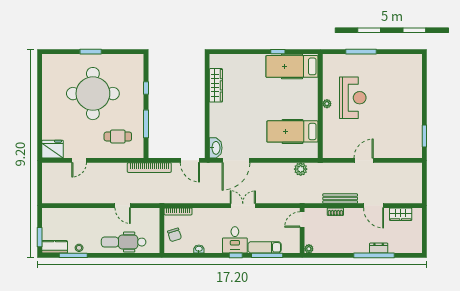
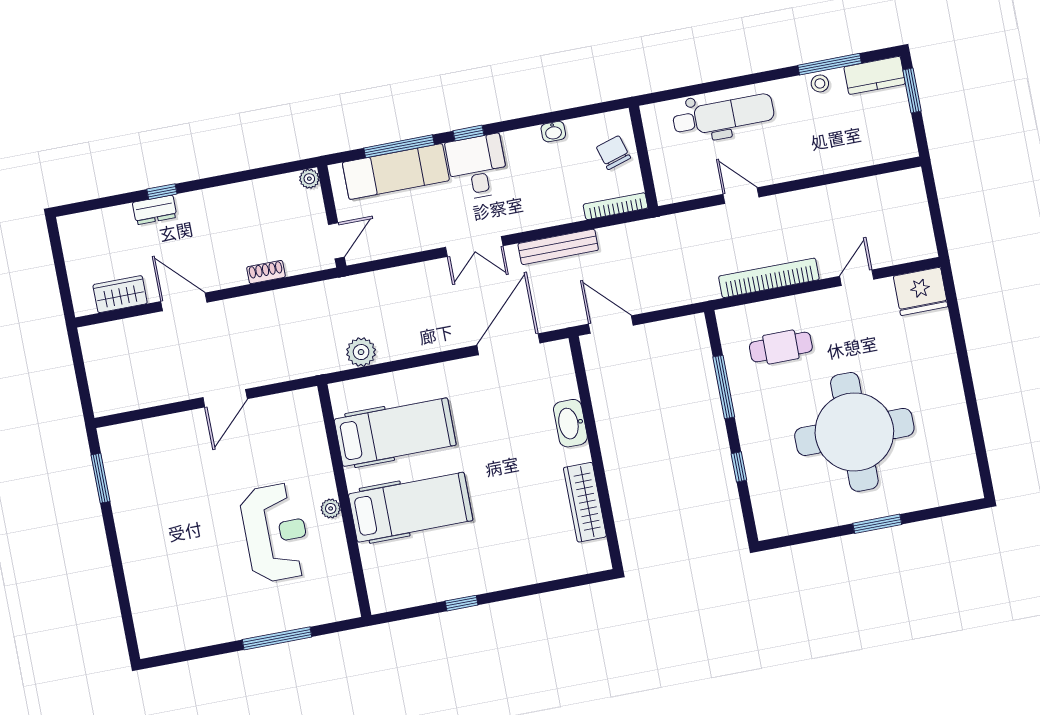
hospital bed: (292, 66) -> (411, 507), moved
reception desk: (353, 98) -> (276, 533), turned 180
washbasin: (216, 148) -> (570, 423), moved
bookcase: (149, 168) -> (769, 278), moved
bench: (340, 199) -> (558, 247), moved
exam couch: (265, 247) -> (396, 172), width x1.36, depth x1.45
window: (374, 255) -> (162, 192), width x0.32

